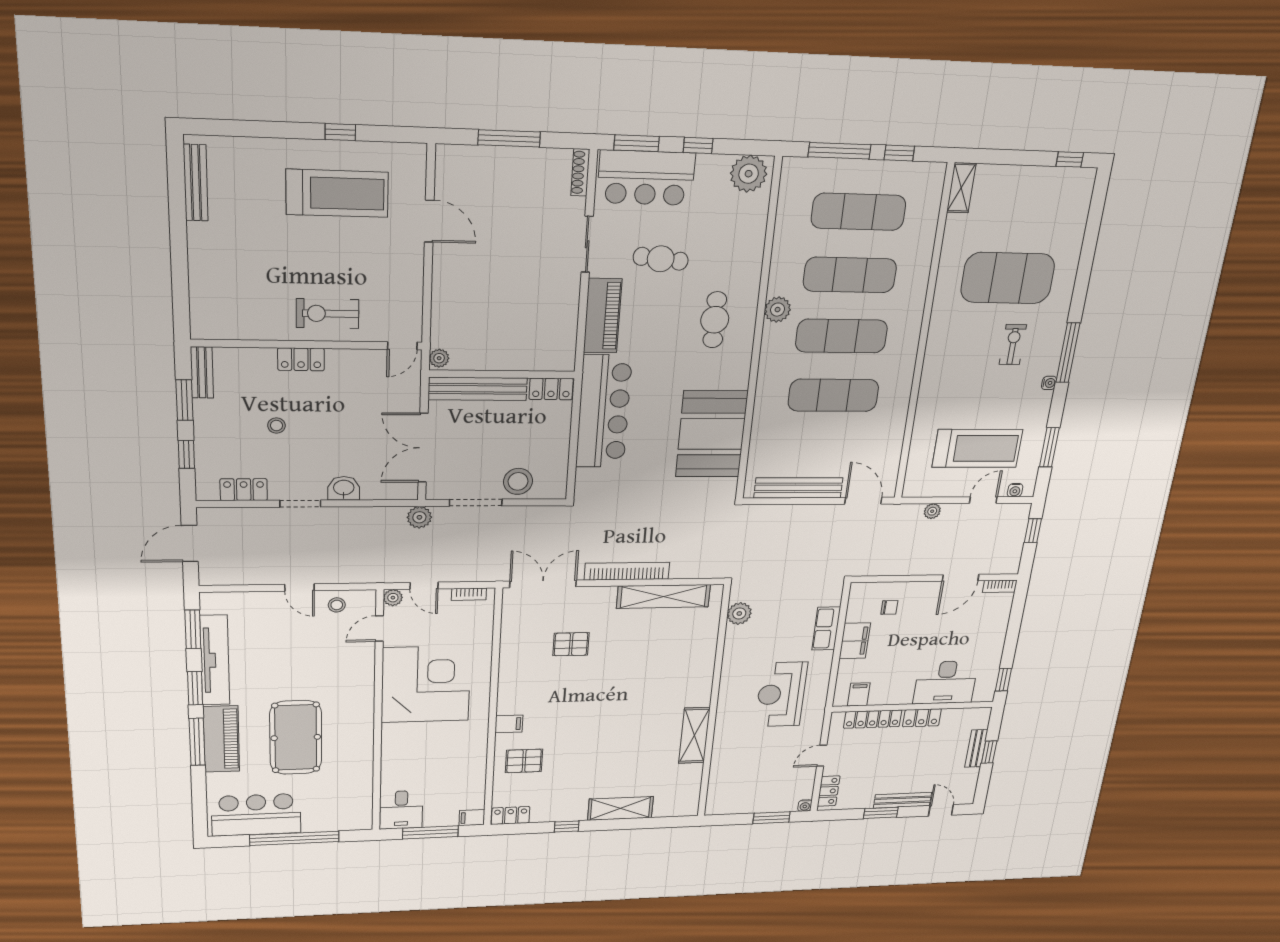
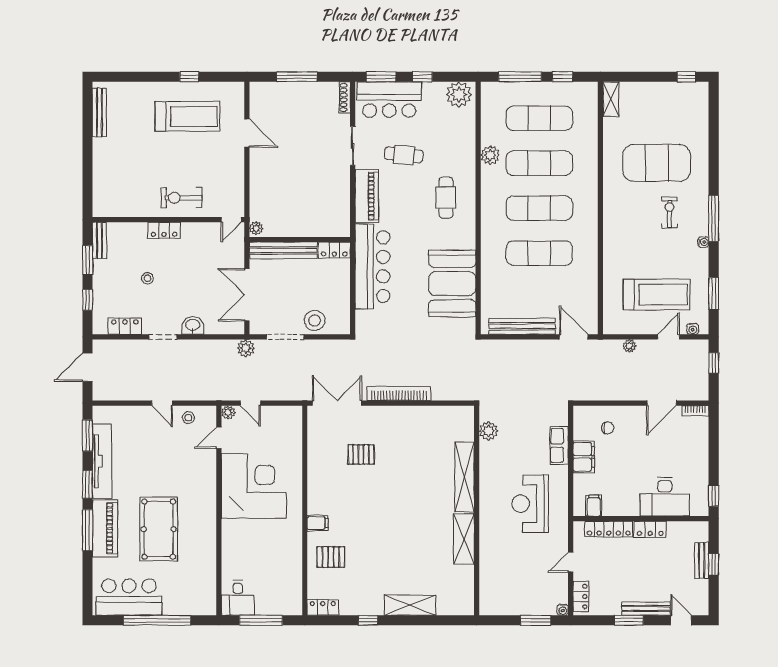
plant: (778, 310) -> (490, 155), moved
bookcase: (469, 594) -> (283, 411), removed
shelving: (664, 596) -> (465, 477), moved, turned 90
filing cabinet: (472, 818) -> (293, 608), removed

